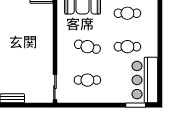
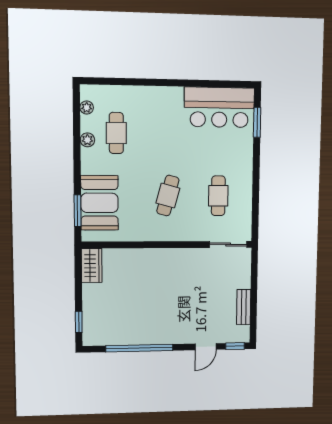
cafe table: (127, 47) -> (168, 134), removed

